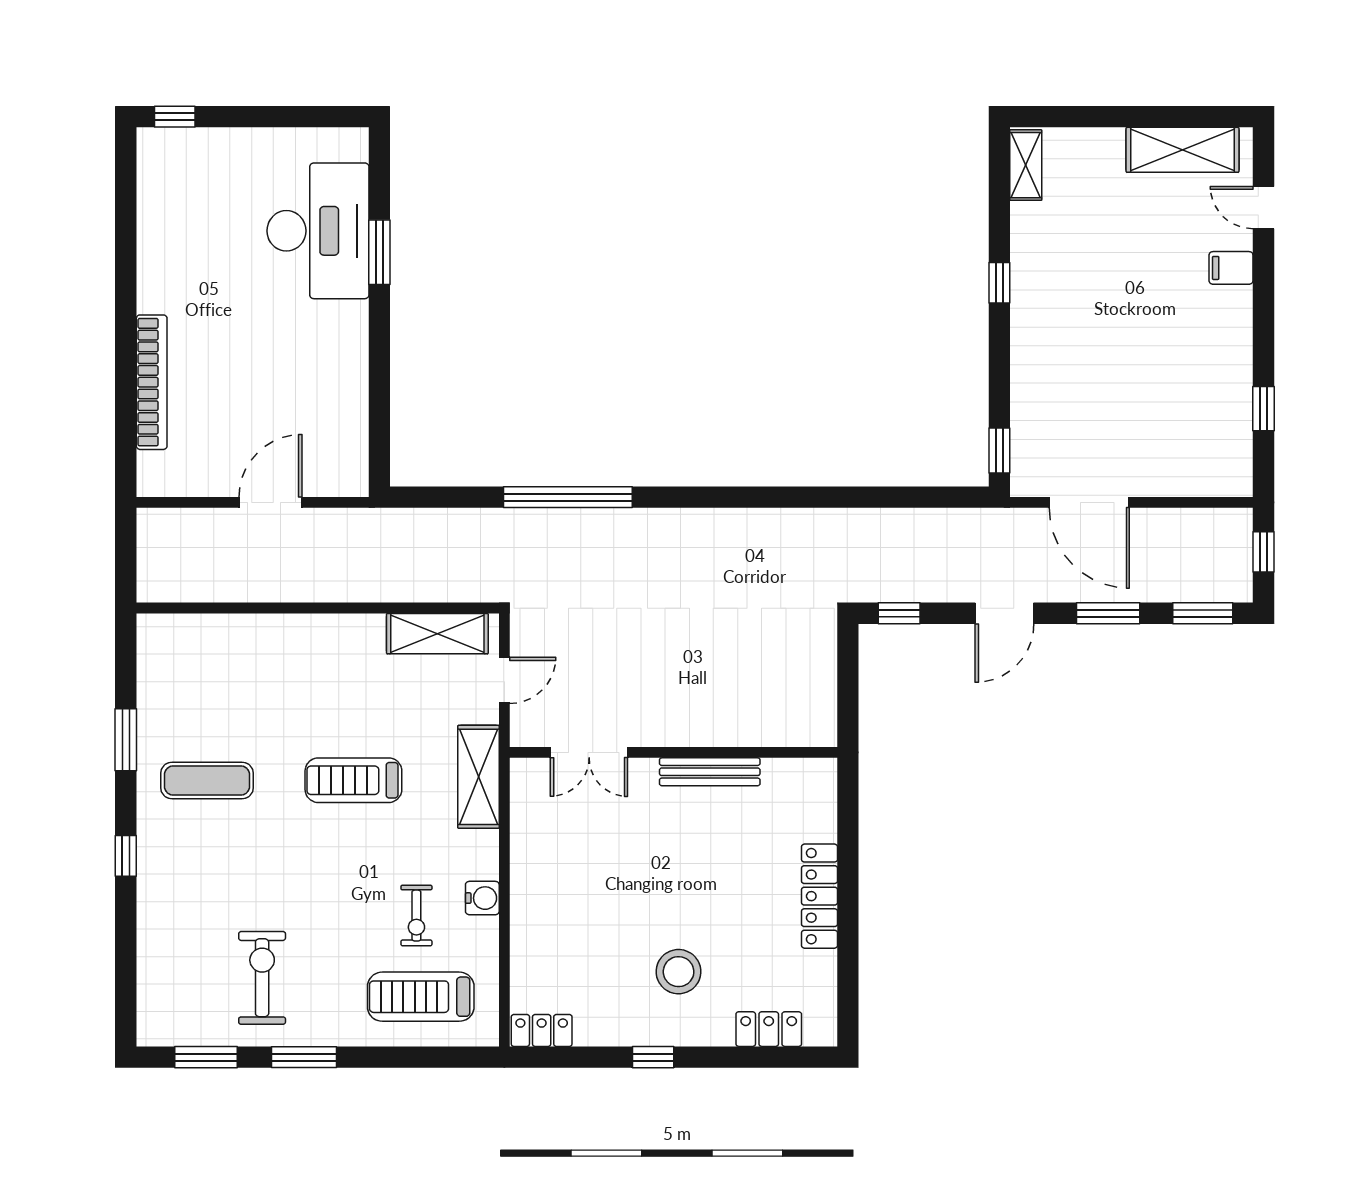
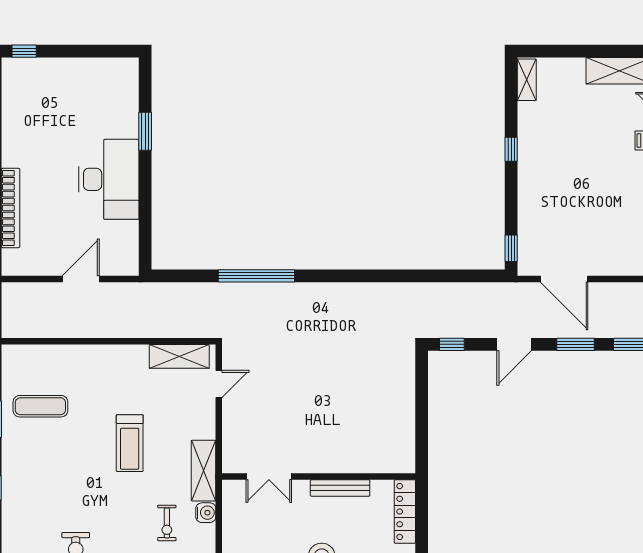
desk: (318, 231) -> (109, 179), moved
double door: (589, 752) -> (269, 477), moved
wall: (674, 752) -> (319, 477), moved
bench: (710, 772) -> (340, 488), moved
shelving: (479, 777) -> (204, 471), moved
treadmill: (353, 780) -> (130, 443), turned -90
exercise mat: (207, 781) -> (40, 406), moved

